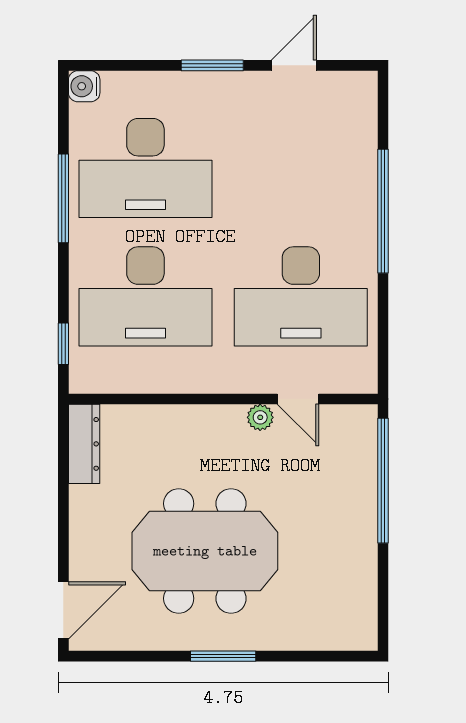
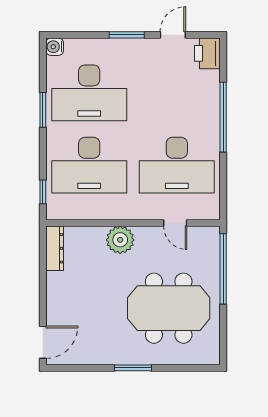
printer: (355, 98) -> (207, 53), added
window: (63, 198) -> (43, 110), width x0.69
plant: (260, 417) -> (120, 240), moved, width x1.88, depth x1.88
meeting table: (205, 551) -> (169, 308), moved

